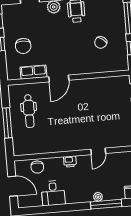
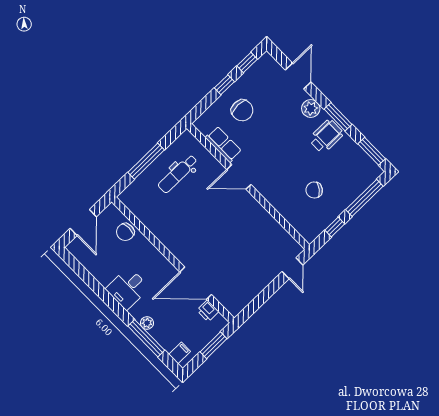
chair: (23, 46) -> (242, 110), turned -90
door: (98, 151) -> (196, 283), width x1.88
printer: (70, 161) -> (208, 311), moved
desk: (53, 193) -> (128, 288), moved

